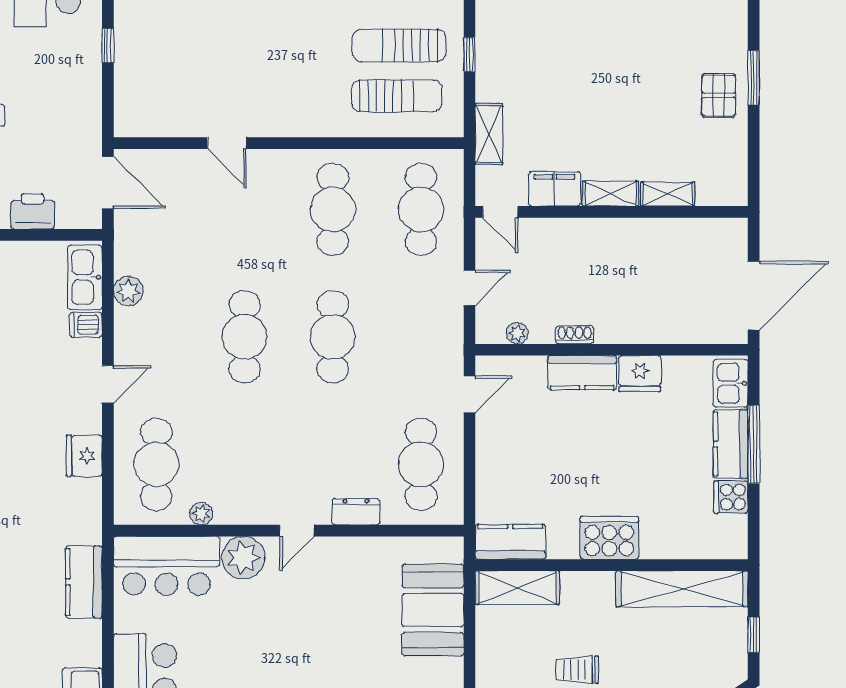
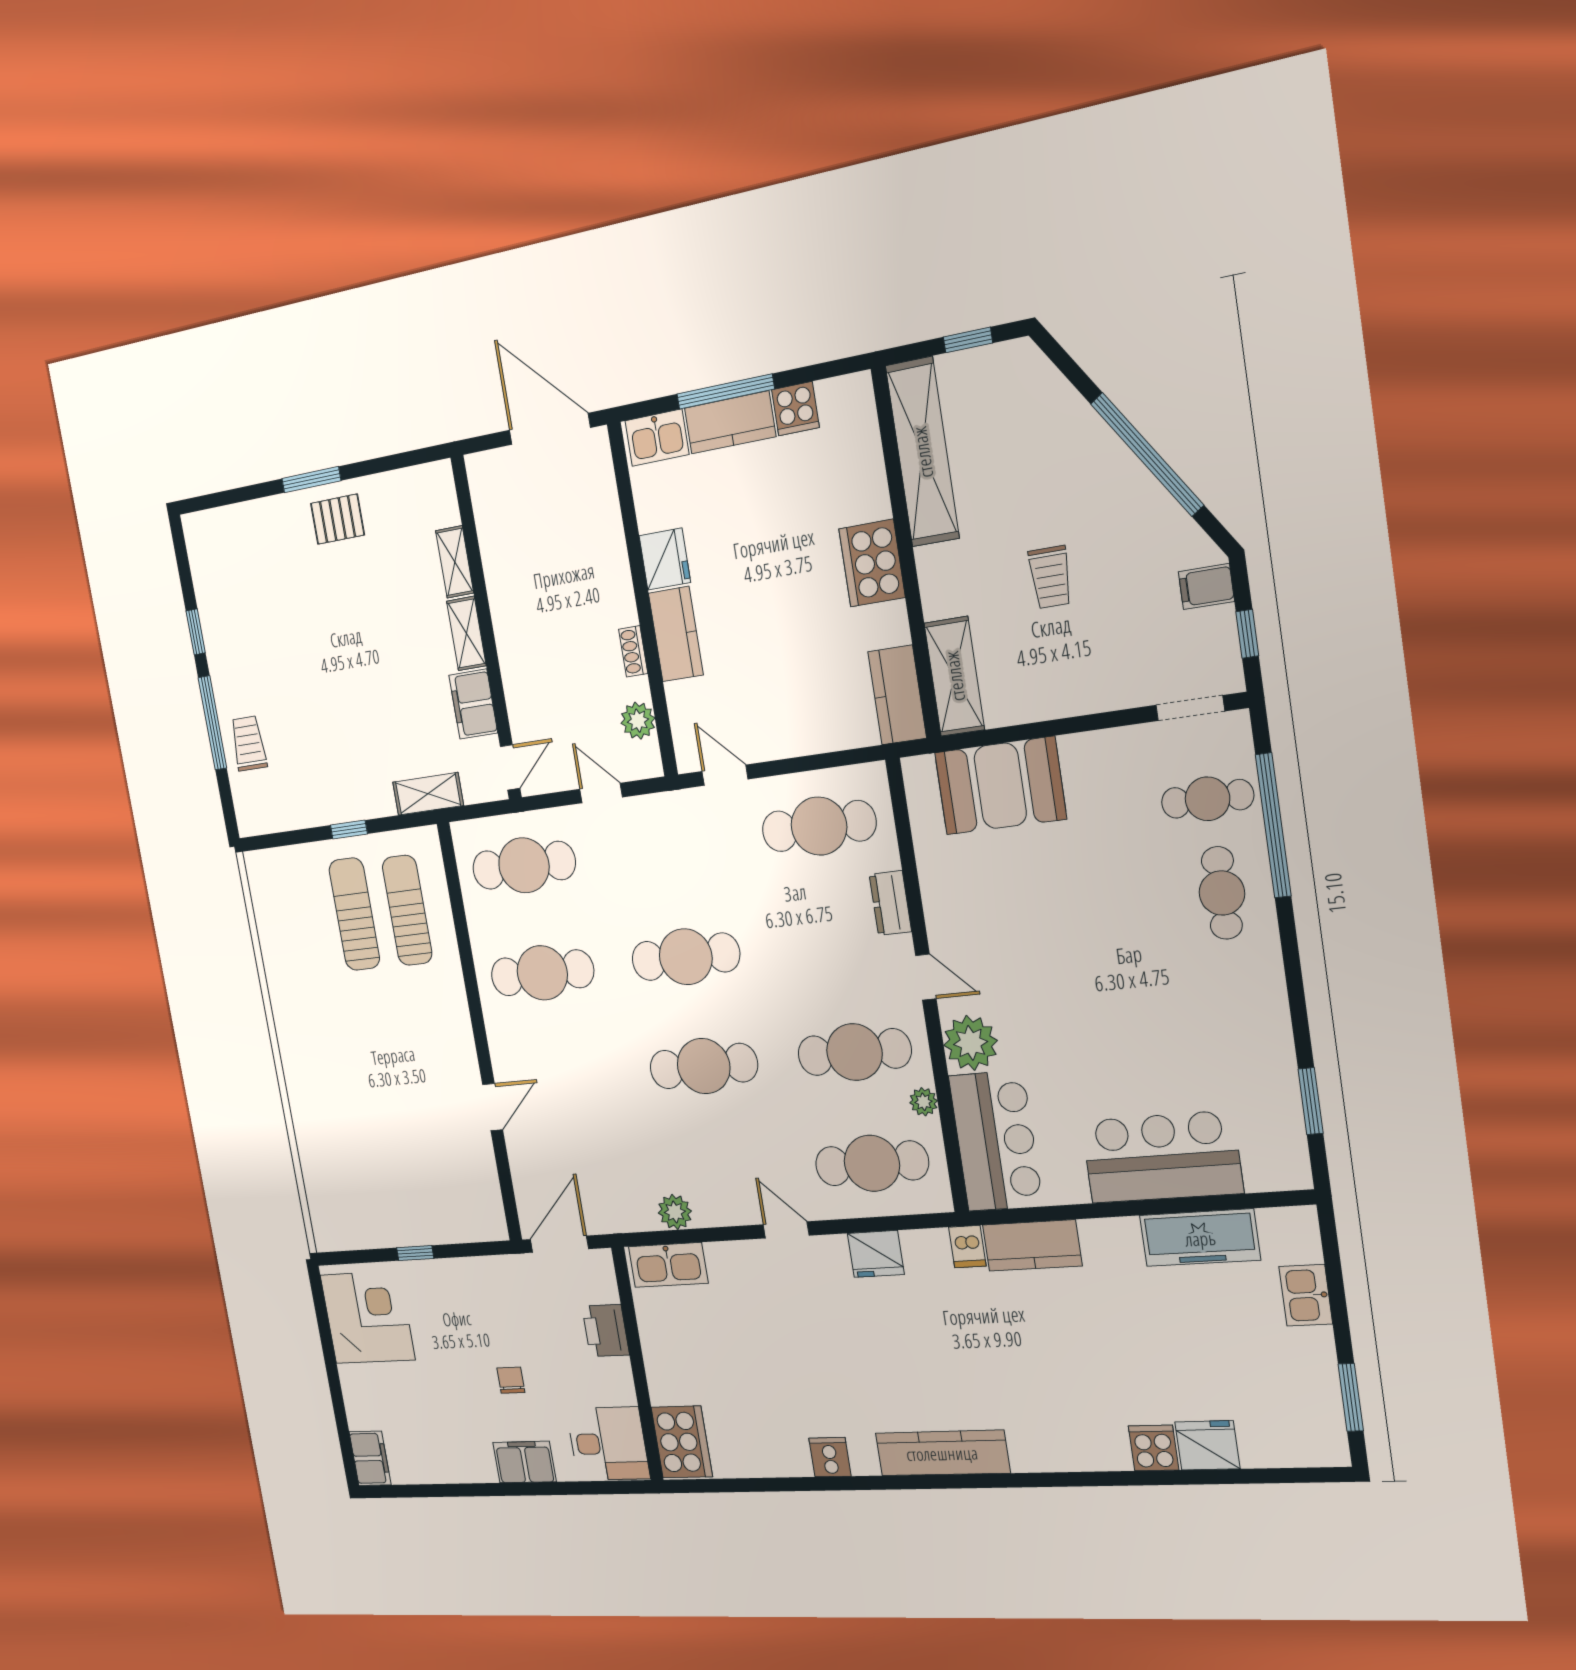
sun lounger: (399, 45) -> (354, 914), turned 180
dishwasher: (86, 325) -> (967, 1247), moved
plant: (517, 333) -> (638, 721), width x1.38, depth x1.38
cafe table: (245, 464) -> (854, 1052), added

